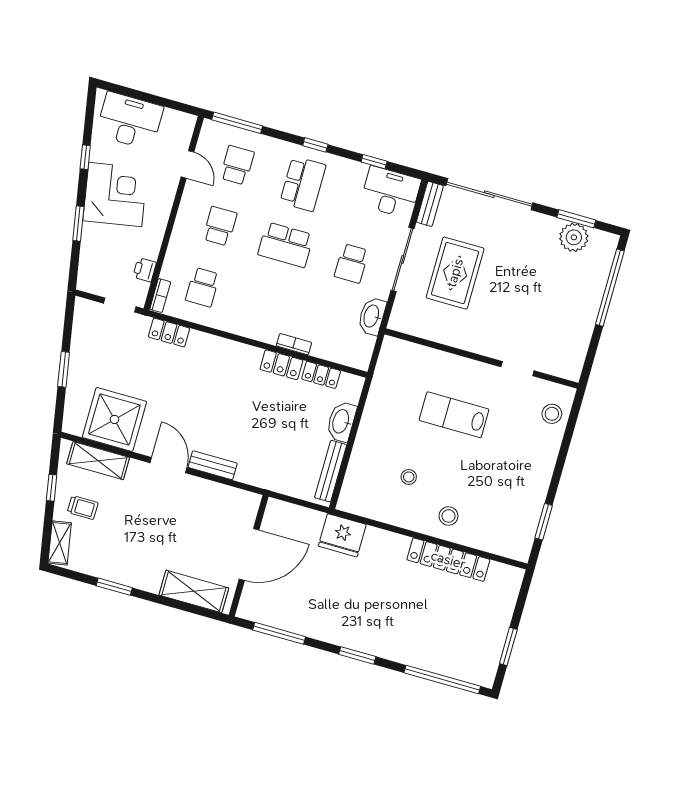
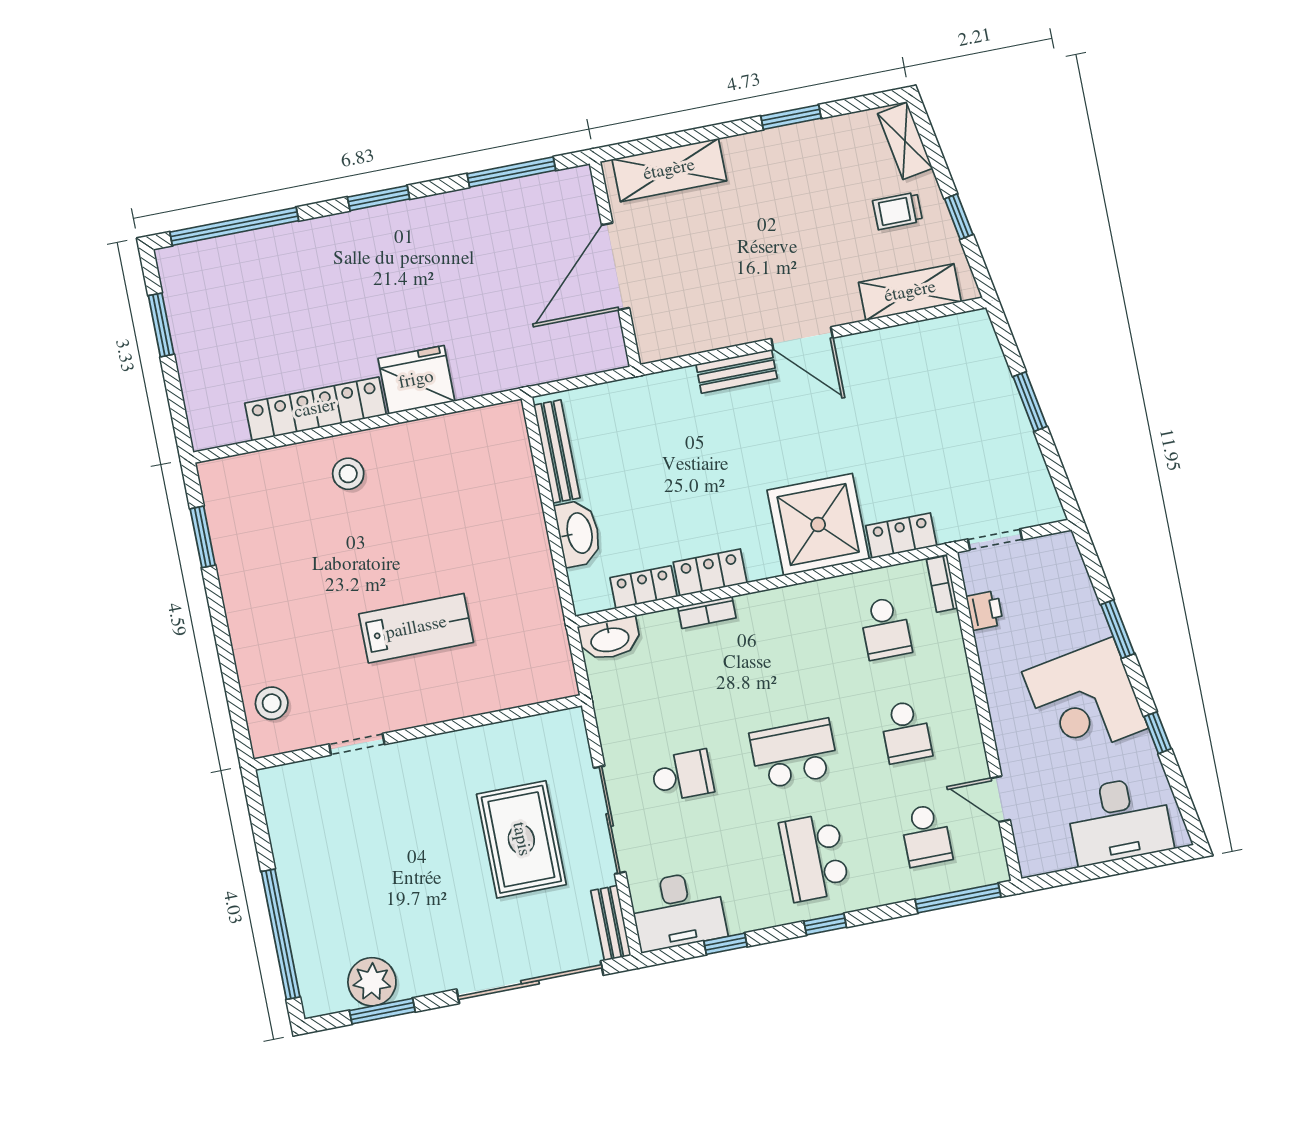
school desk: (352, 263) -> (682, 776), turned 90
school desk: (203, 287) -> (886, 628), turned 180
washbasin: (372, 316) -> (610, 639), moved, turned 90
shower: (114, 419) -> (818, 525), moved
stool: (409, 477) -> (437, 502), removed
fridge: (342, 535) -> (416, 380), moved

